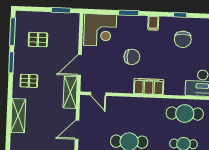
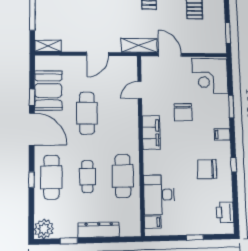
door: (98, 94) -> (140, 90), moved
door: (77, 130) -> (98, 54), swing flipped

